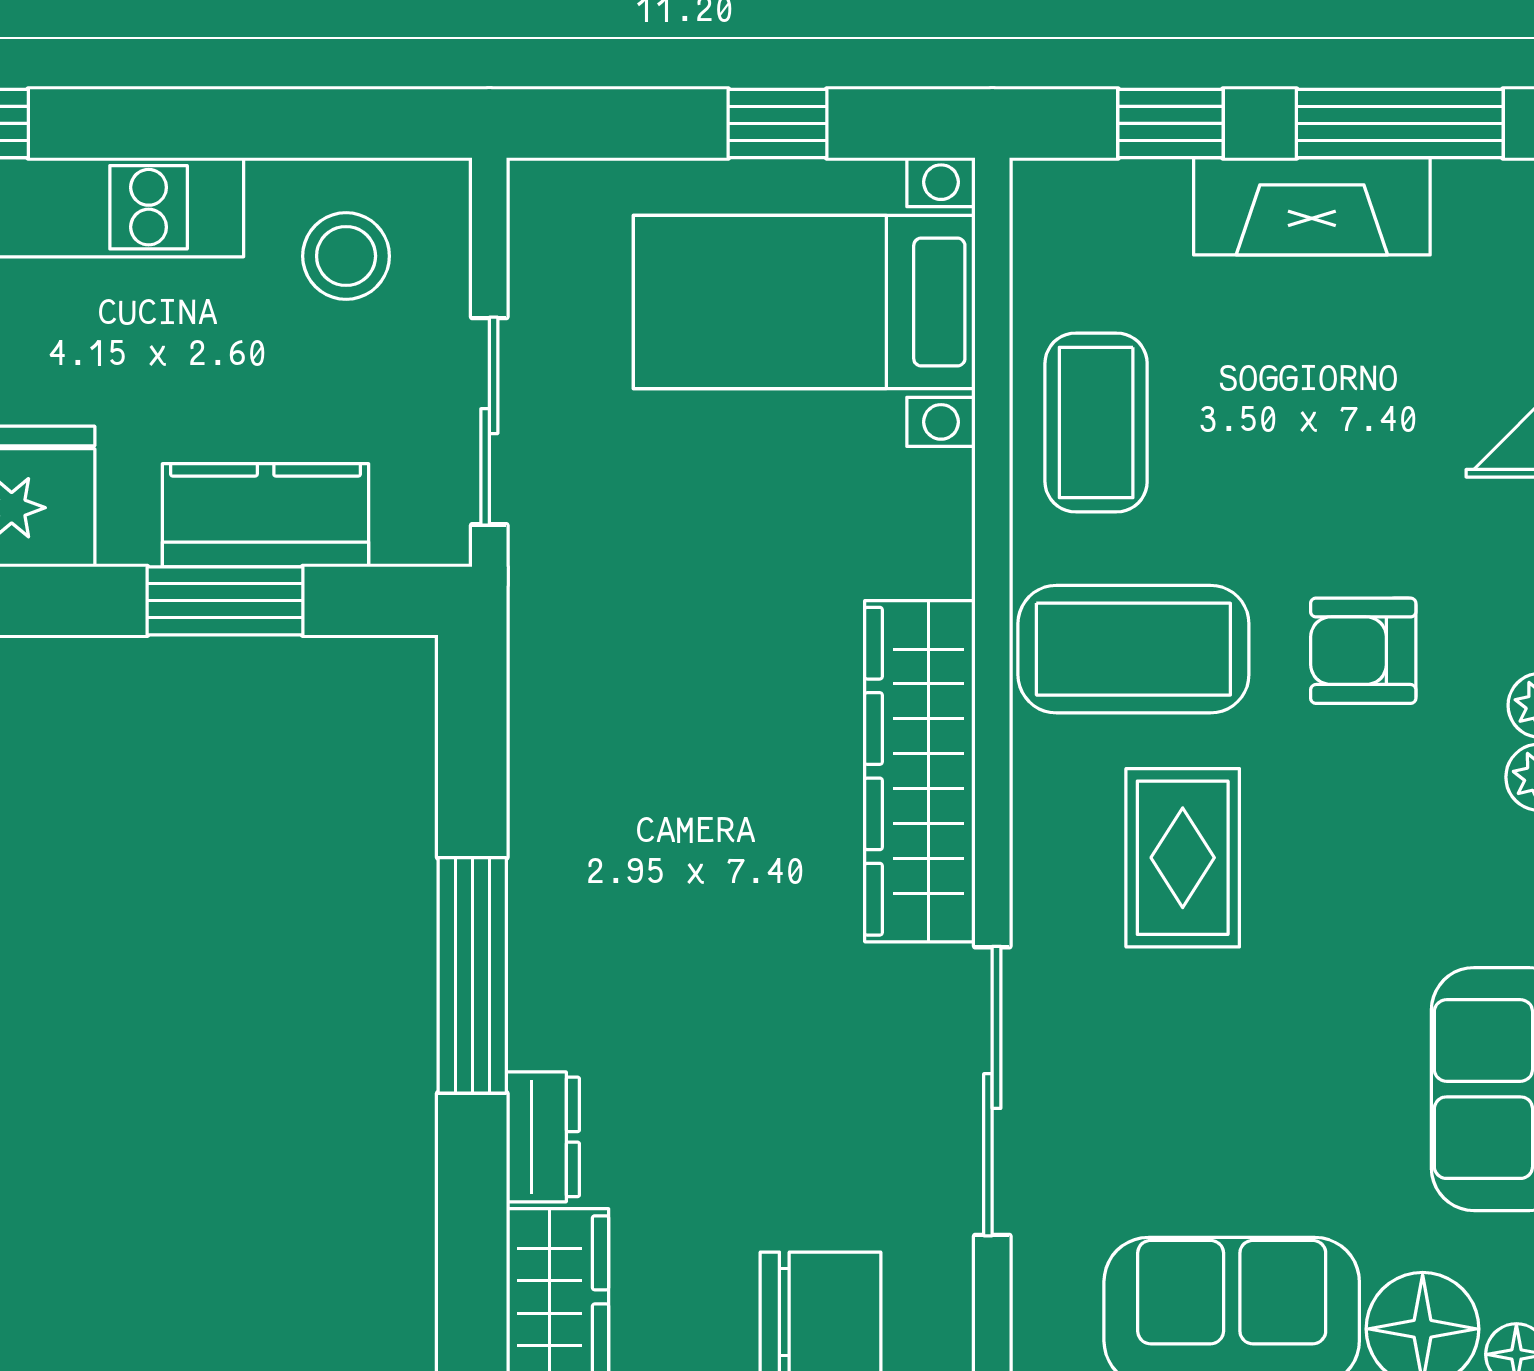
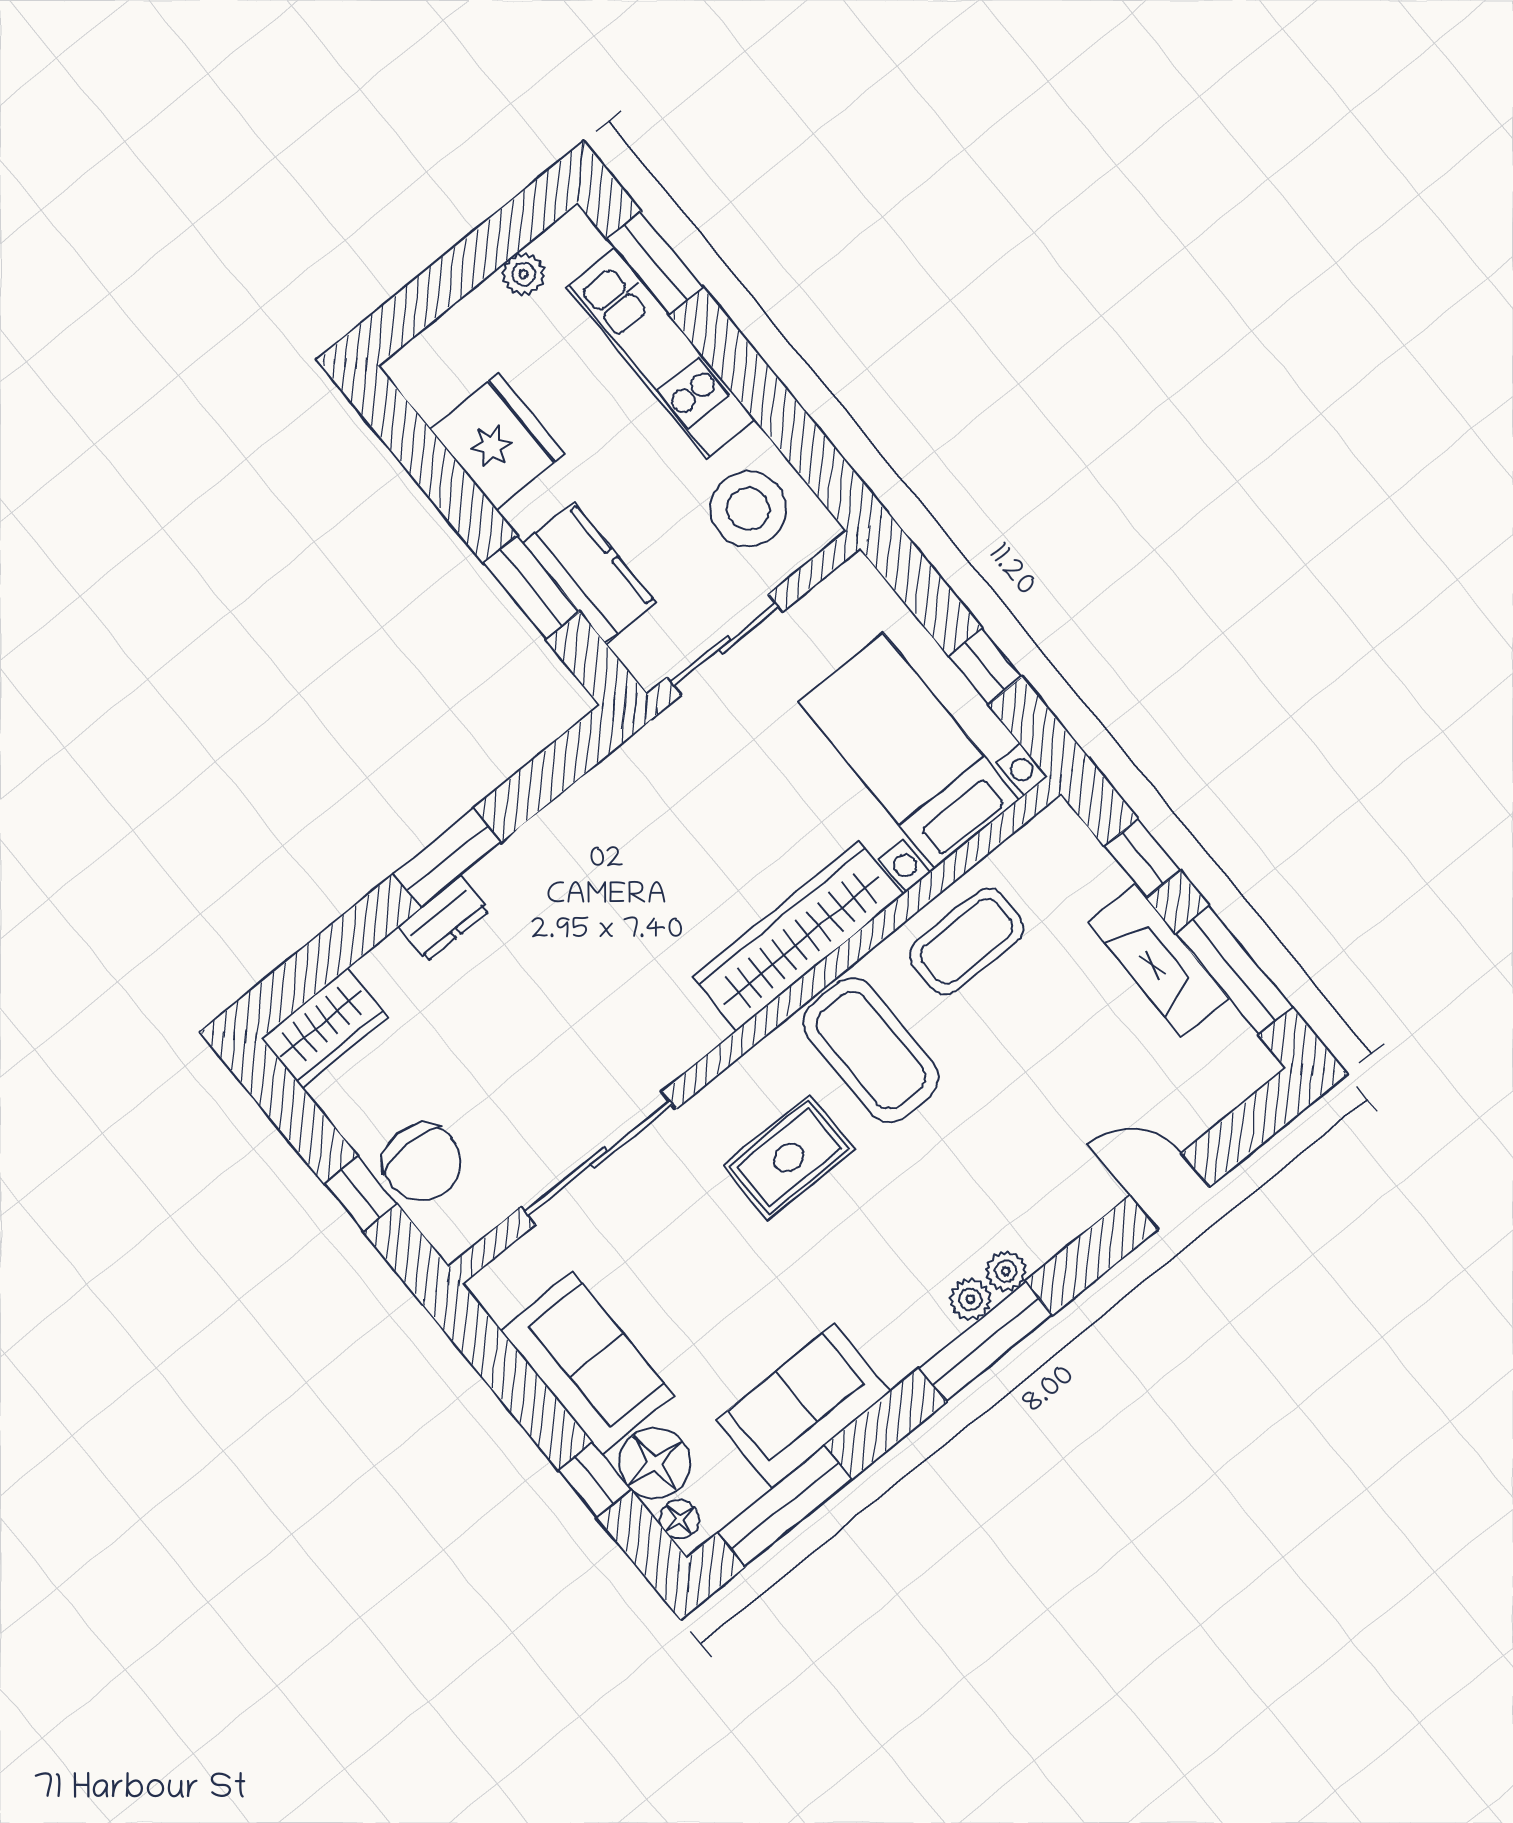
stool: (346, 256) -> (748, 509), width x1.38, depth x1.38
armchair: (1363, 651) -> (962, 1163), removed
wardrobe: (920, 771) -> (798, 936), moved
window: (472, 975) -> (447, 858), width x0.69
dresser: (543, 1137) -> (444, 918), moved

